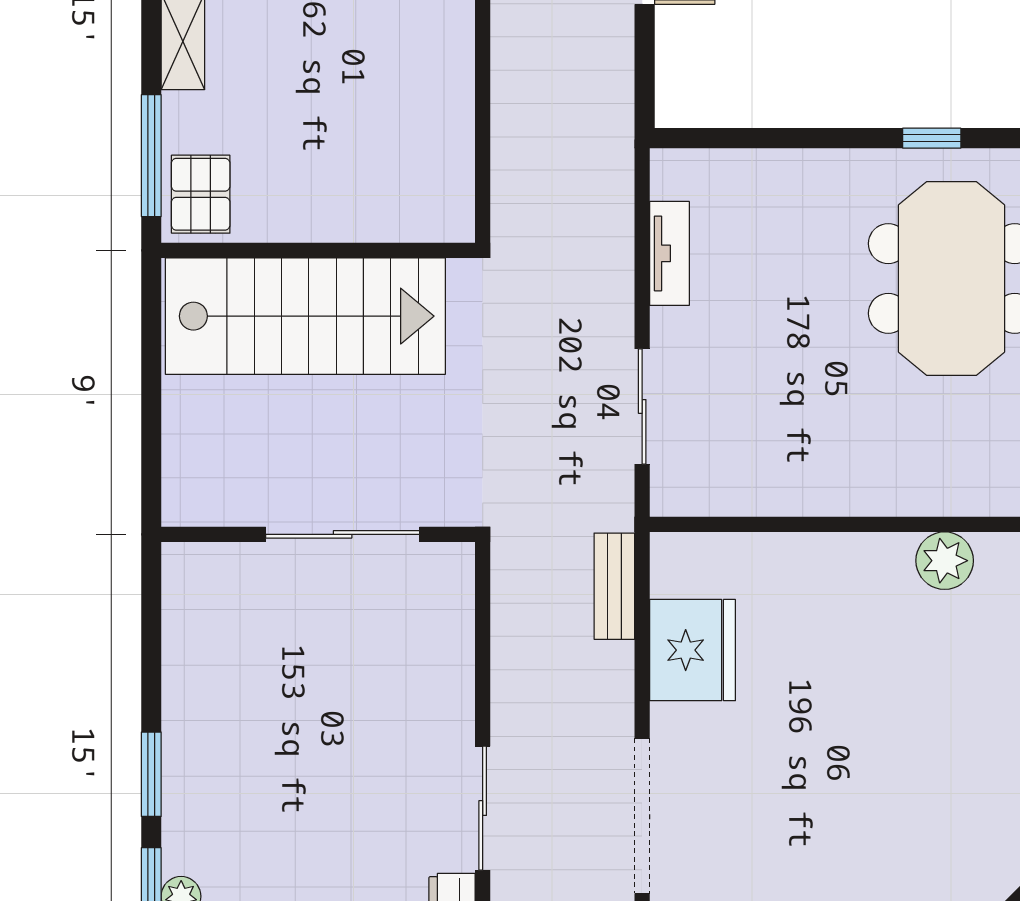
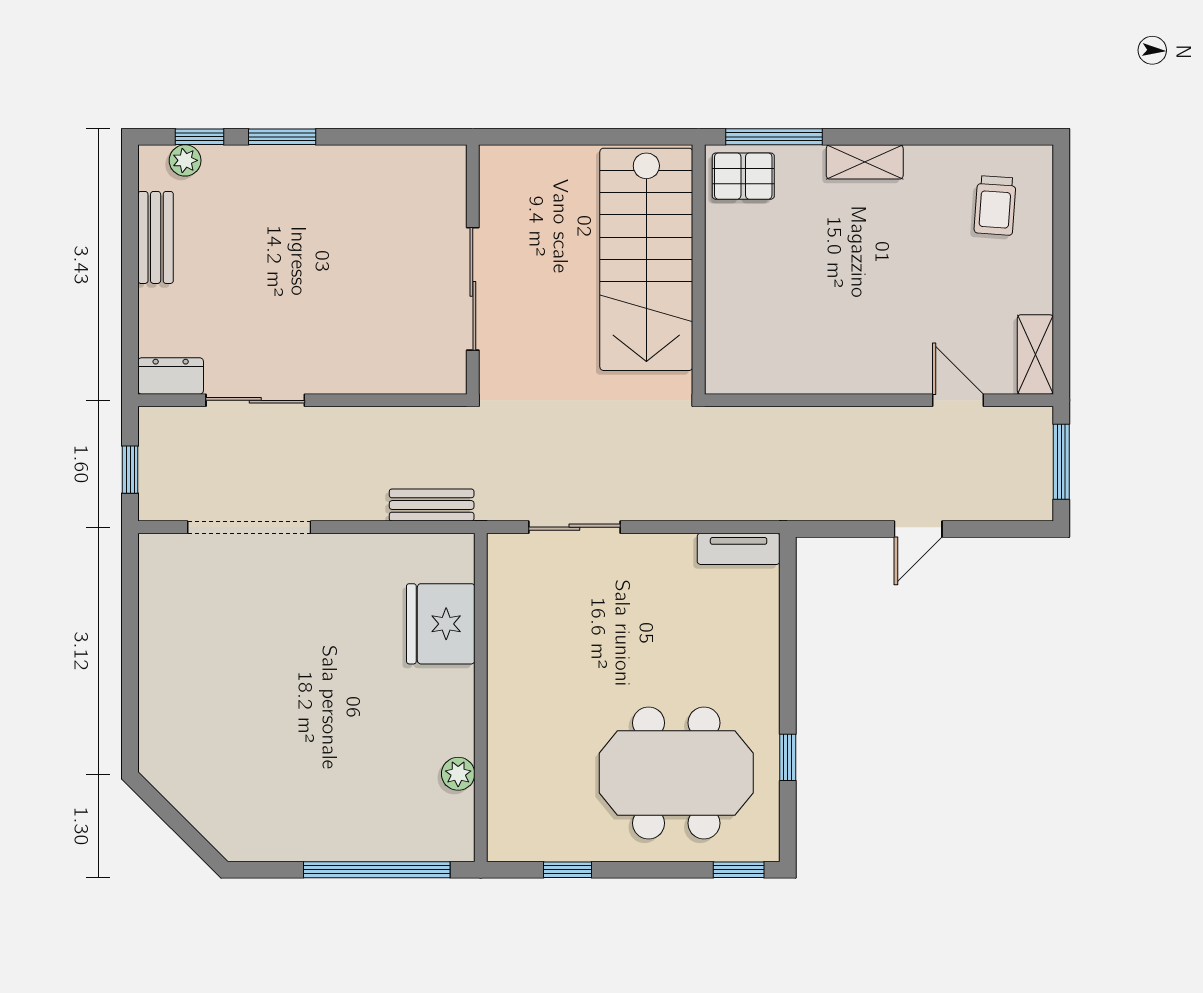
tv unit: (669, 253) -> (739, 549), moved
plant: (945, 561) -> (458, 774), width x0.73, depth x0.73
fridge: (693, 650) -> (441, 624), moved, turned 90

